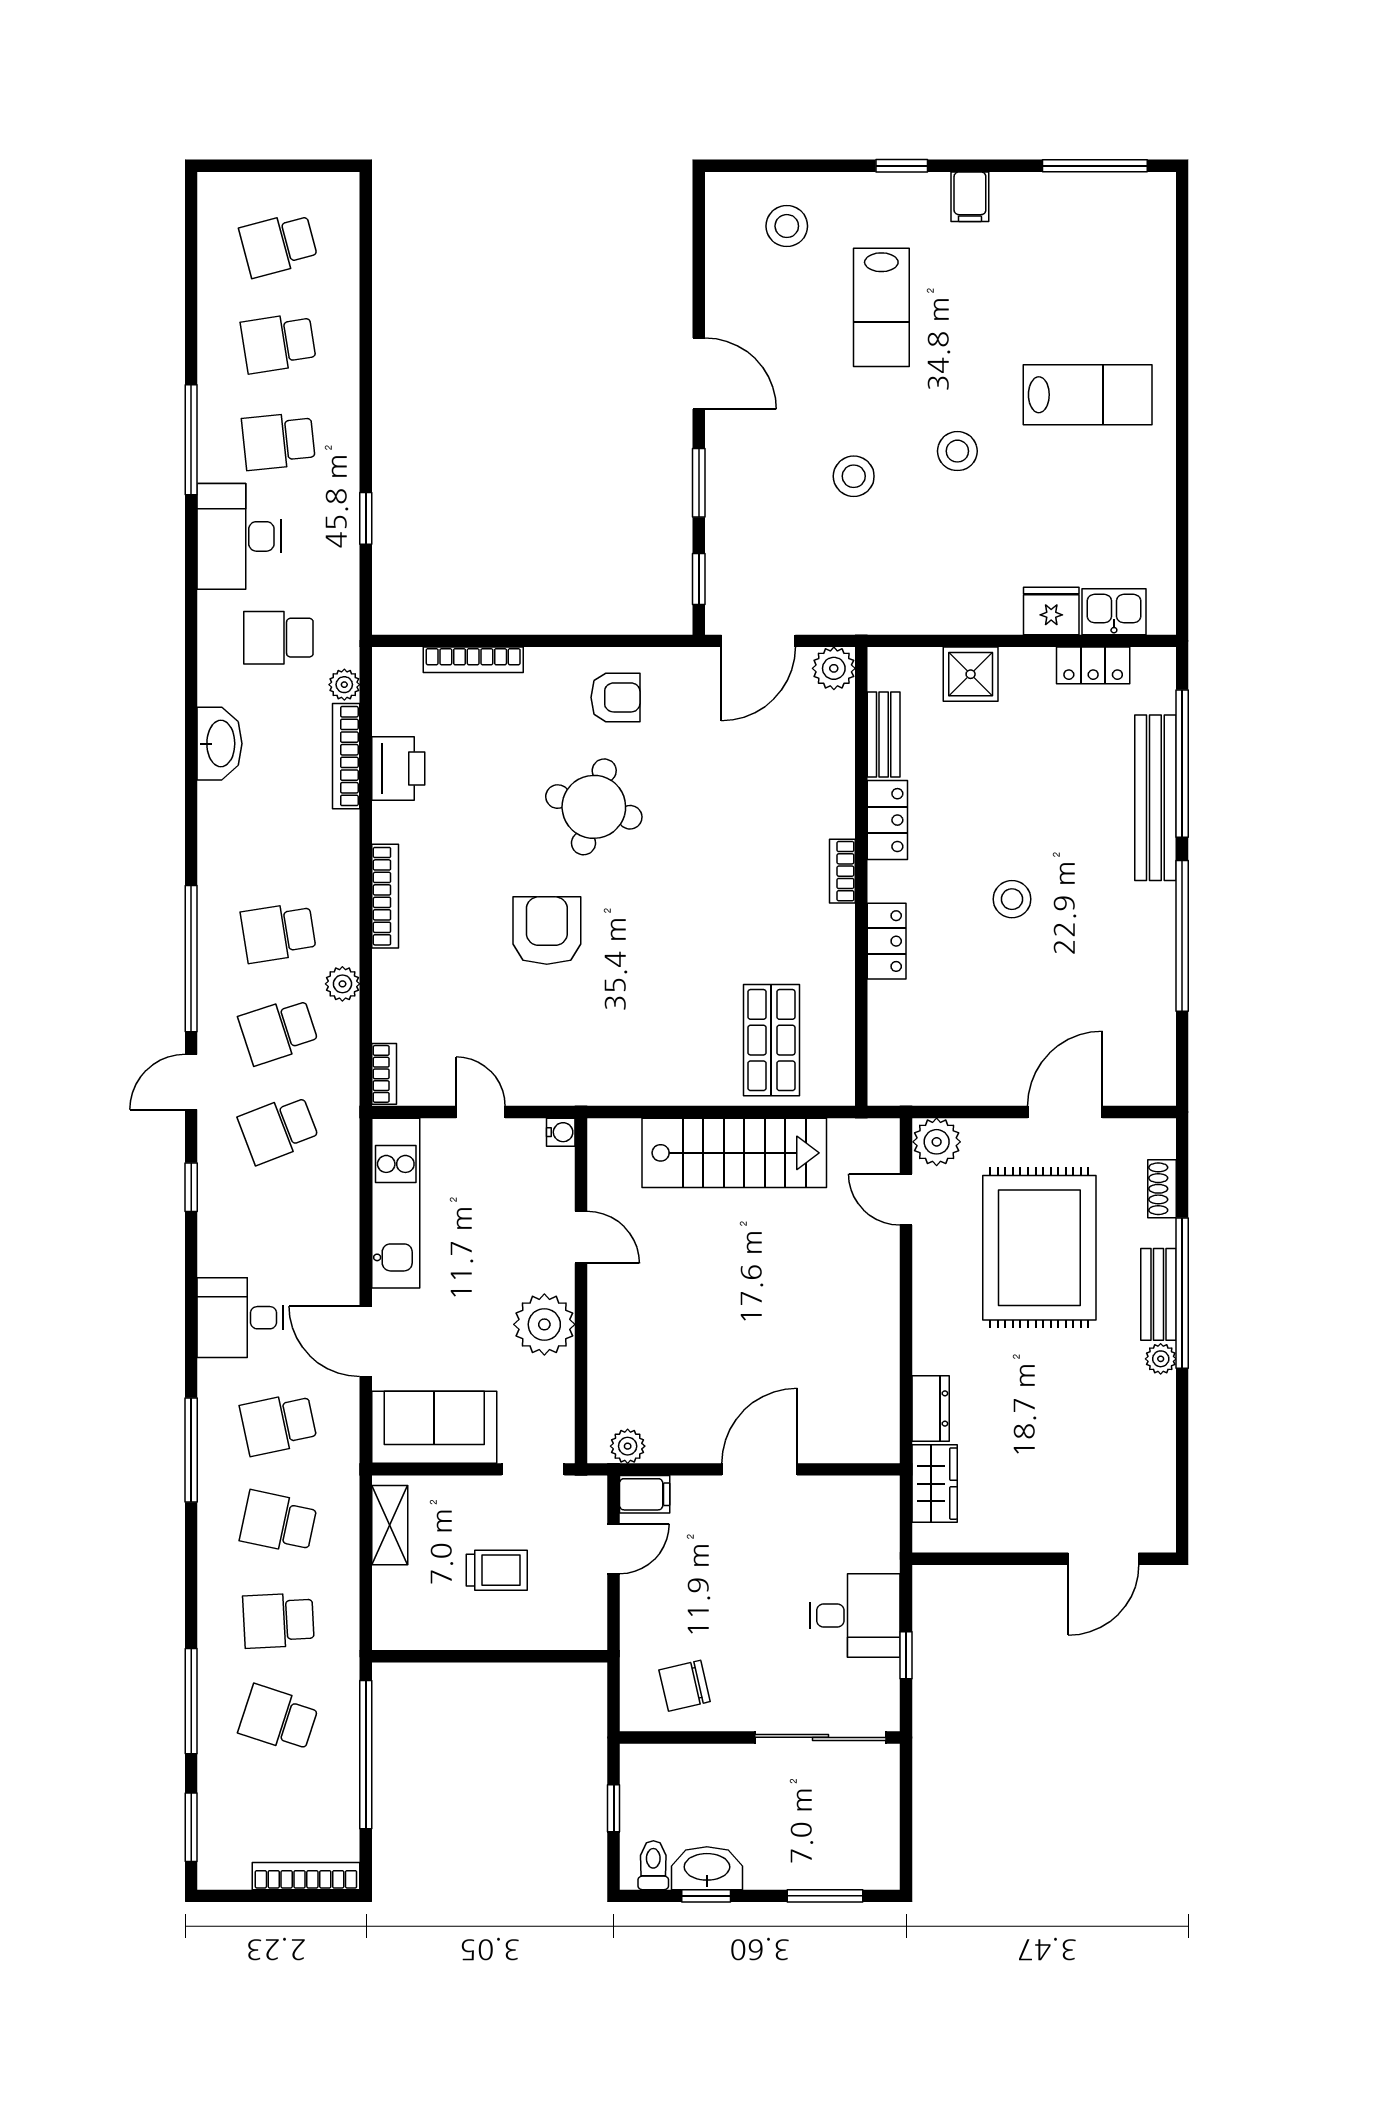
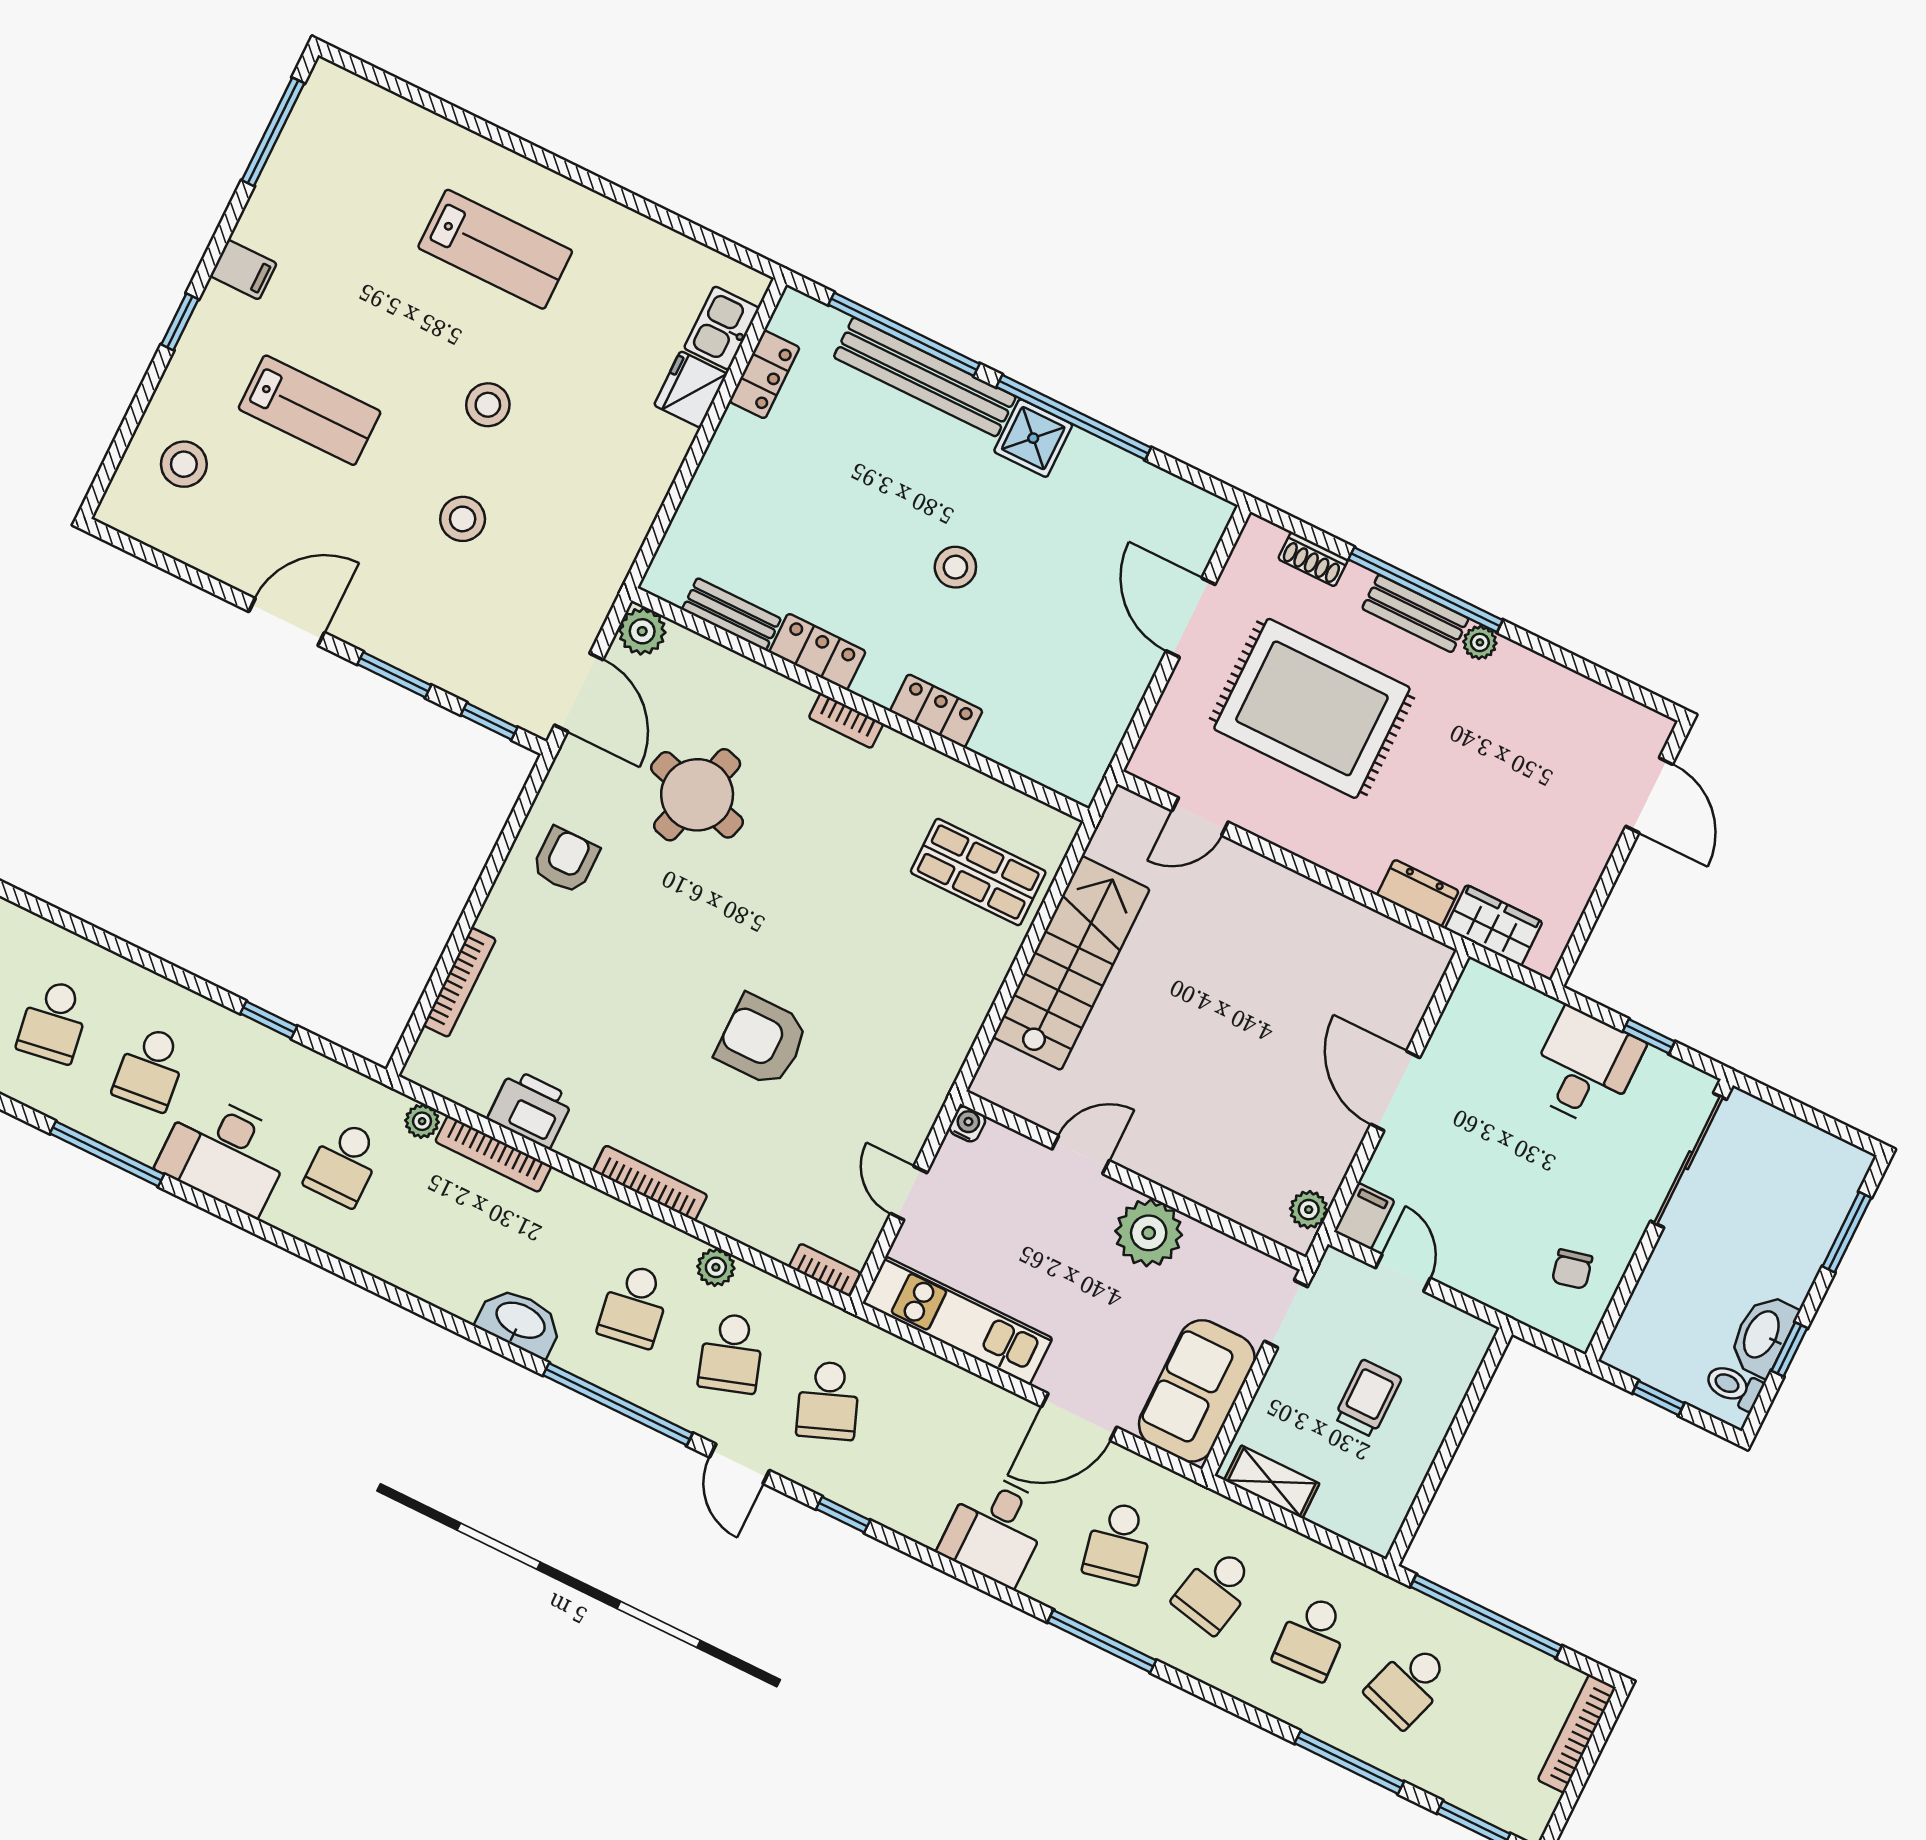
lab bench: (1088, 395) -> (495, 249), turned 90
shower: (971, 674) -> (1033, 438), moved
washbasin: (220, 744) -> (520, 1322), moved
round table: (594, 807) -> (697, 795), moved
door: (481, 1112) -> (909, 1193), hinge flipped
plant: (937, 1142) -> (1158, 758), removed
chair: (685, 1686) -> (1572, 1269), width x0.73, depth x0.73

